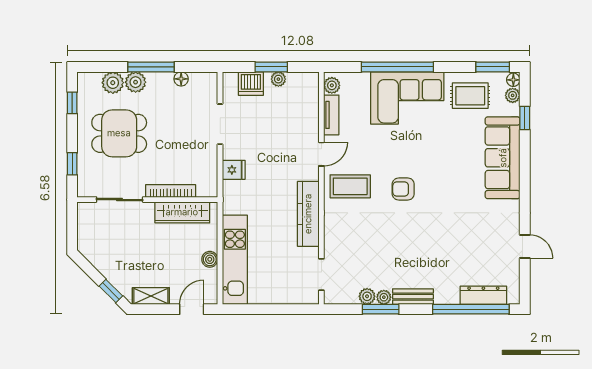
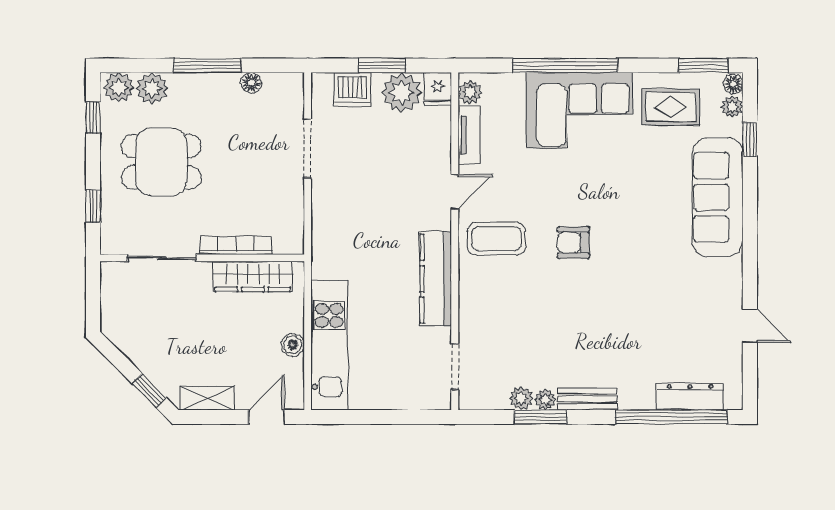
plant: (278, 79) -> (402, 92), width x1.88, depth x1.88
plant: (136, 82) -> (119, 87), moved
fridge: (234, 170) -> (438, 89), moved, turned 90

